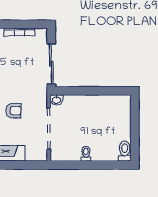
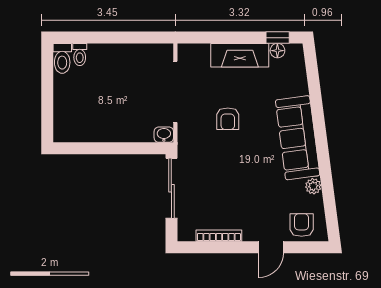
armchair: (14, 111) -> (228, 119), turned -90
toilet: (86, 154) -> (80, 55), moved

